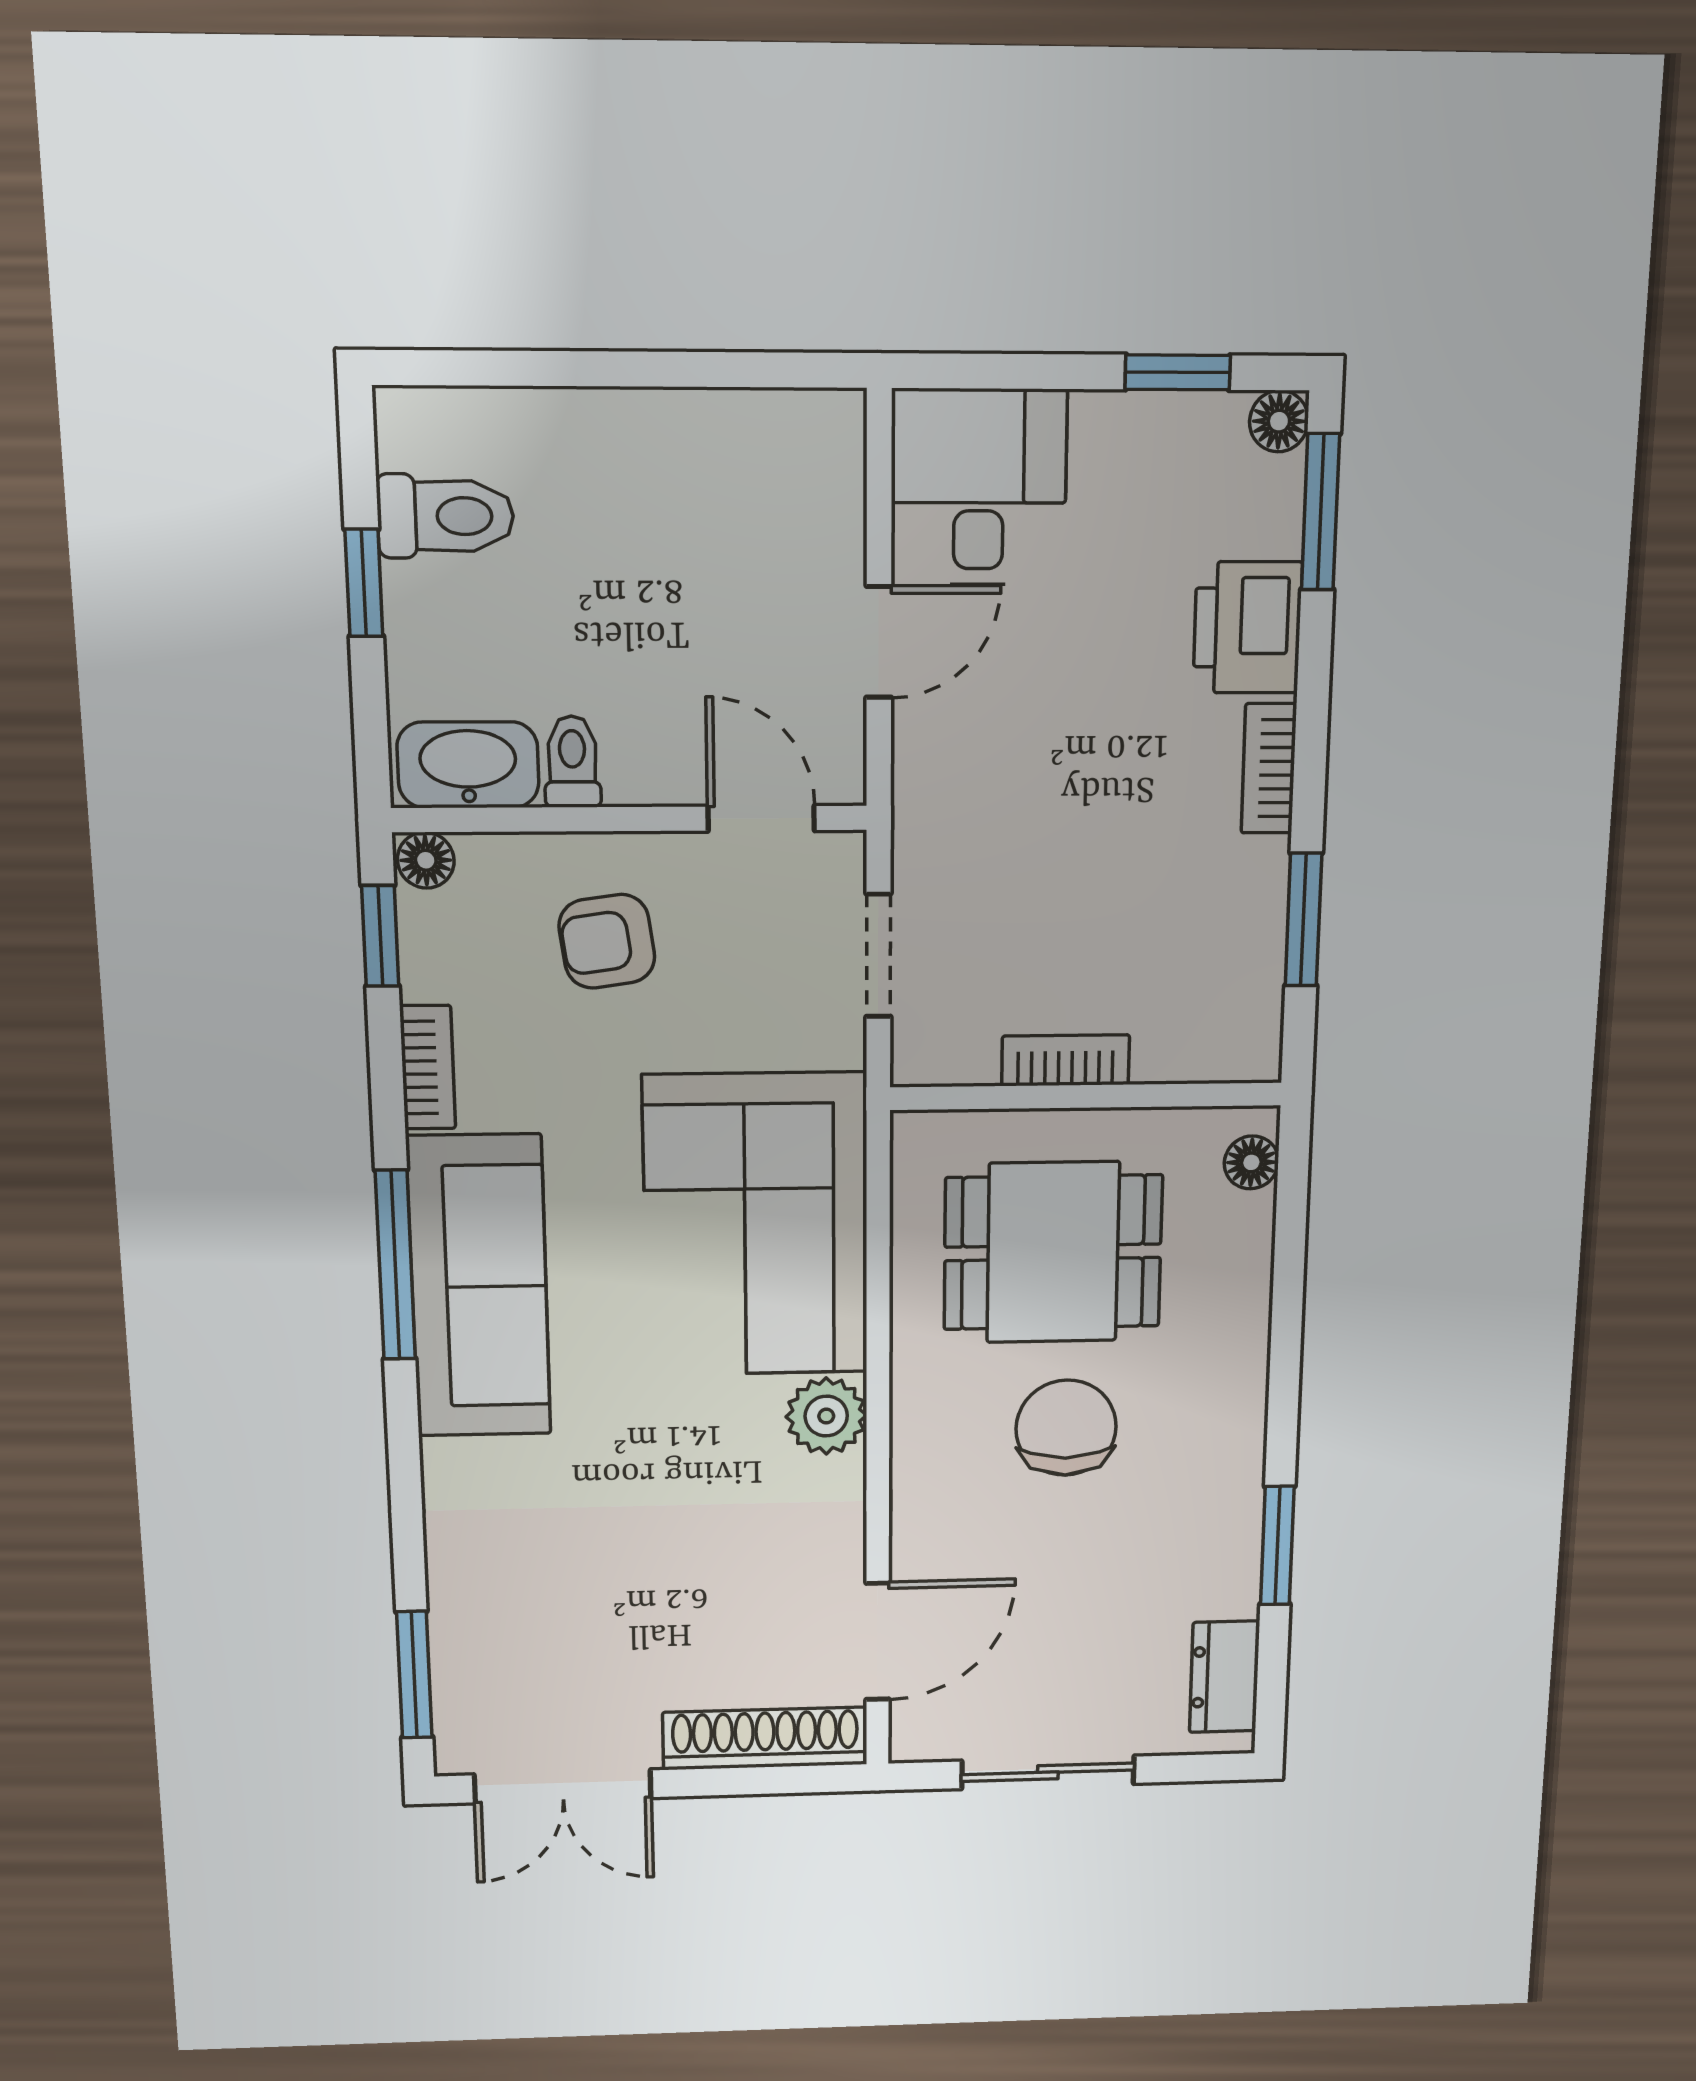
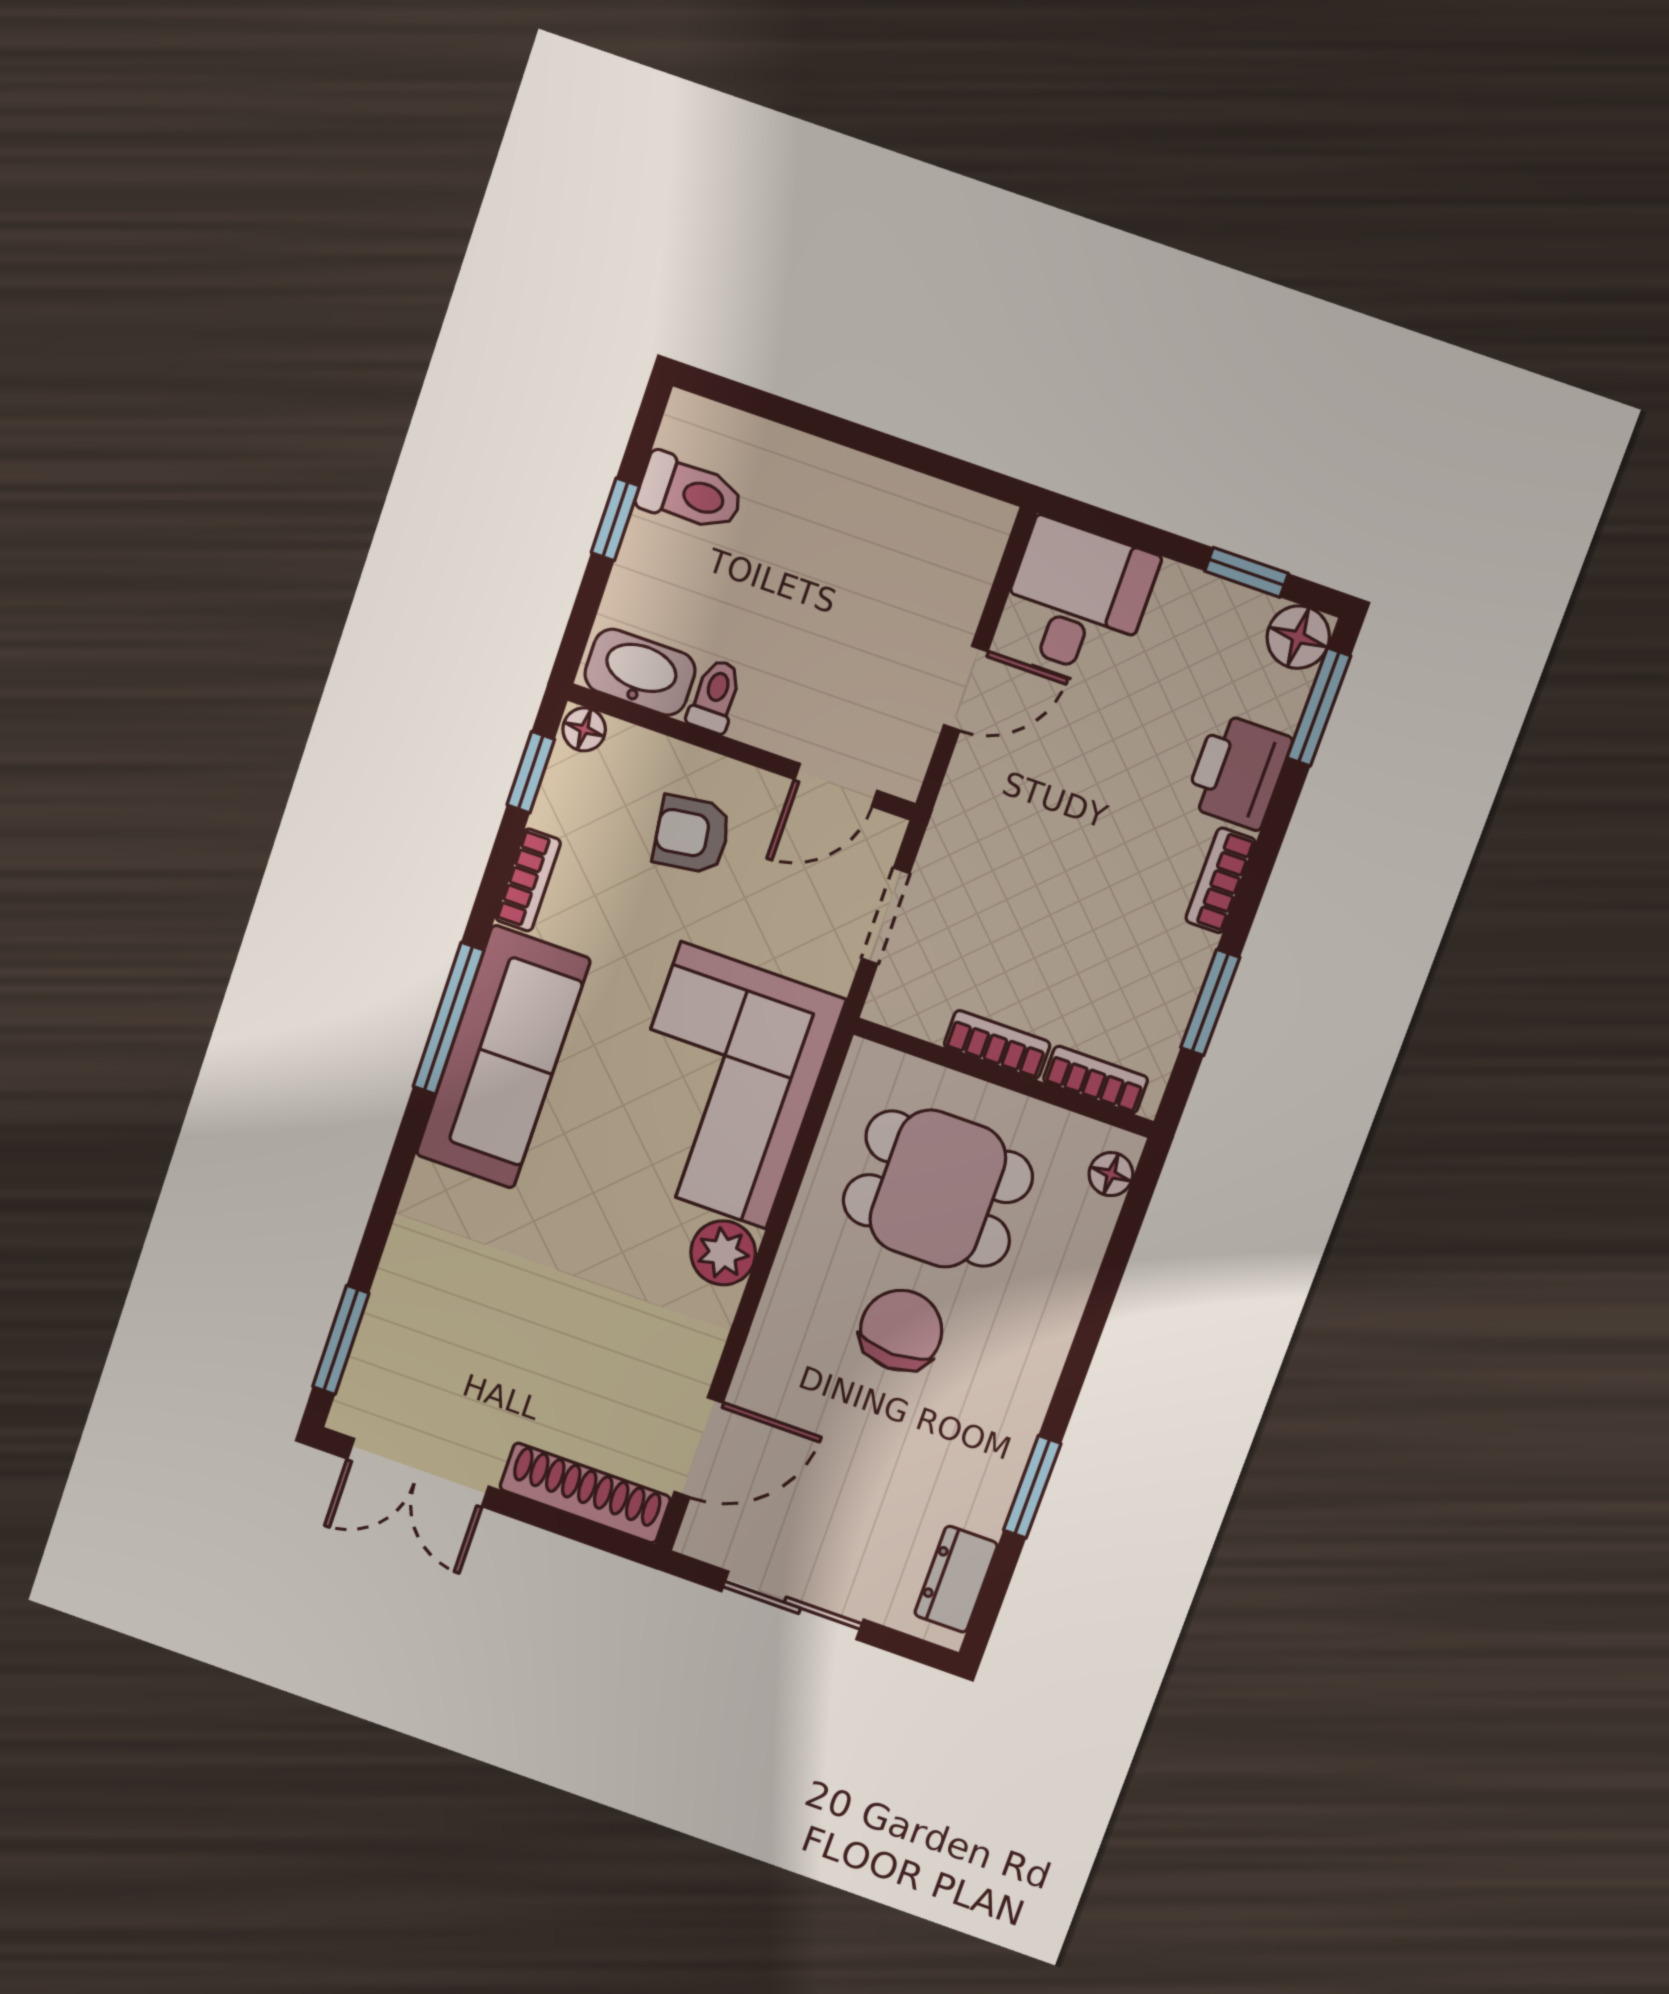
floor lamp: (1279, 421) -> (1298, 637), width x1.37, depth x1.37
door: (761, 818) -> (836, 785), swing flipped
bookcase: (1197, 1059) -> (1096, 1080), added

